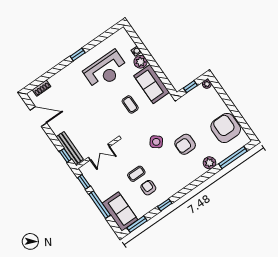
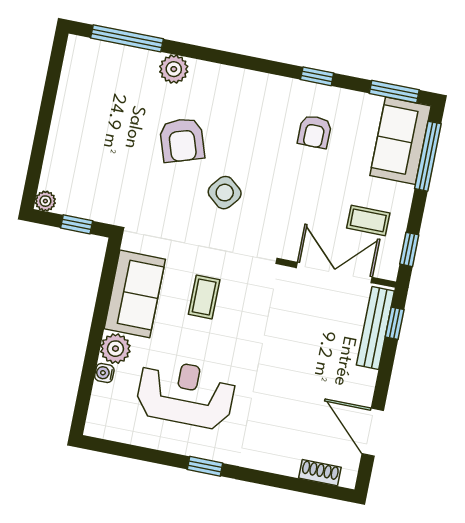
armchair: (226, 128) -> (89, 98), removed
armchair: (185, 144) -> (182, 140), turned 72
double door: (99, 152) -> (334, 272), width x1.37
coffee table: (136, 174) -> (368, 220), moved
window: (100, 205) -> (428, 156), moved

